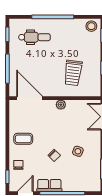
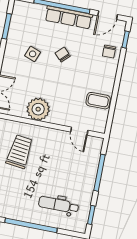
door: (30, 98) -> (79, 131), width x0.53
plant: (61, 105) -> (38, 109), width x1.88, depth x1.88
coffee table: (23, 139) -> (98, 101), moved
row of seats: (49, 185) -> (69, 17), width x1.48

